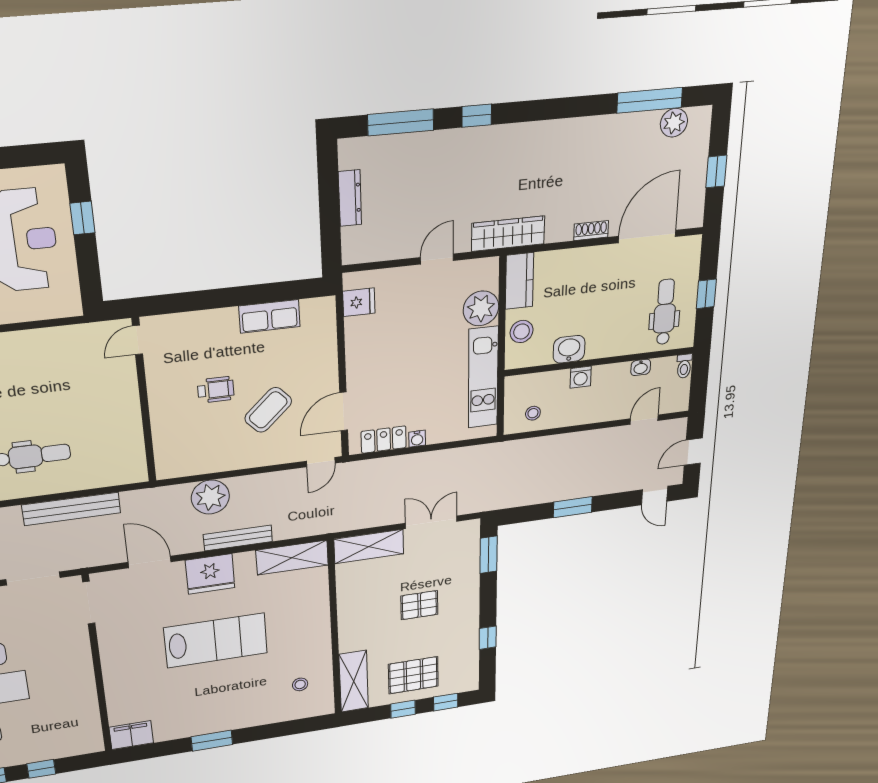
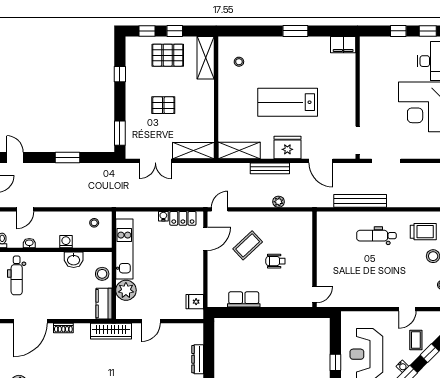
plant: (210, 497) -> (279, 202), width x0.53, depth x0.53

